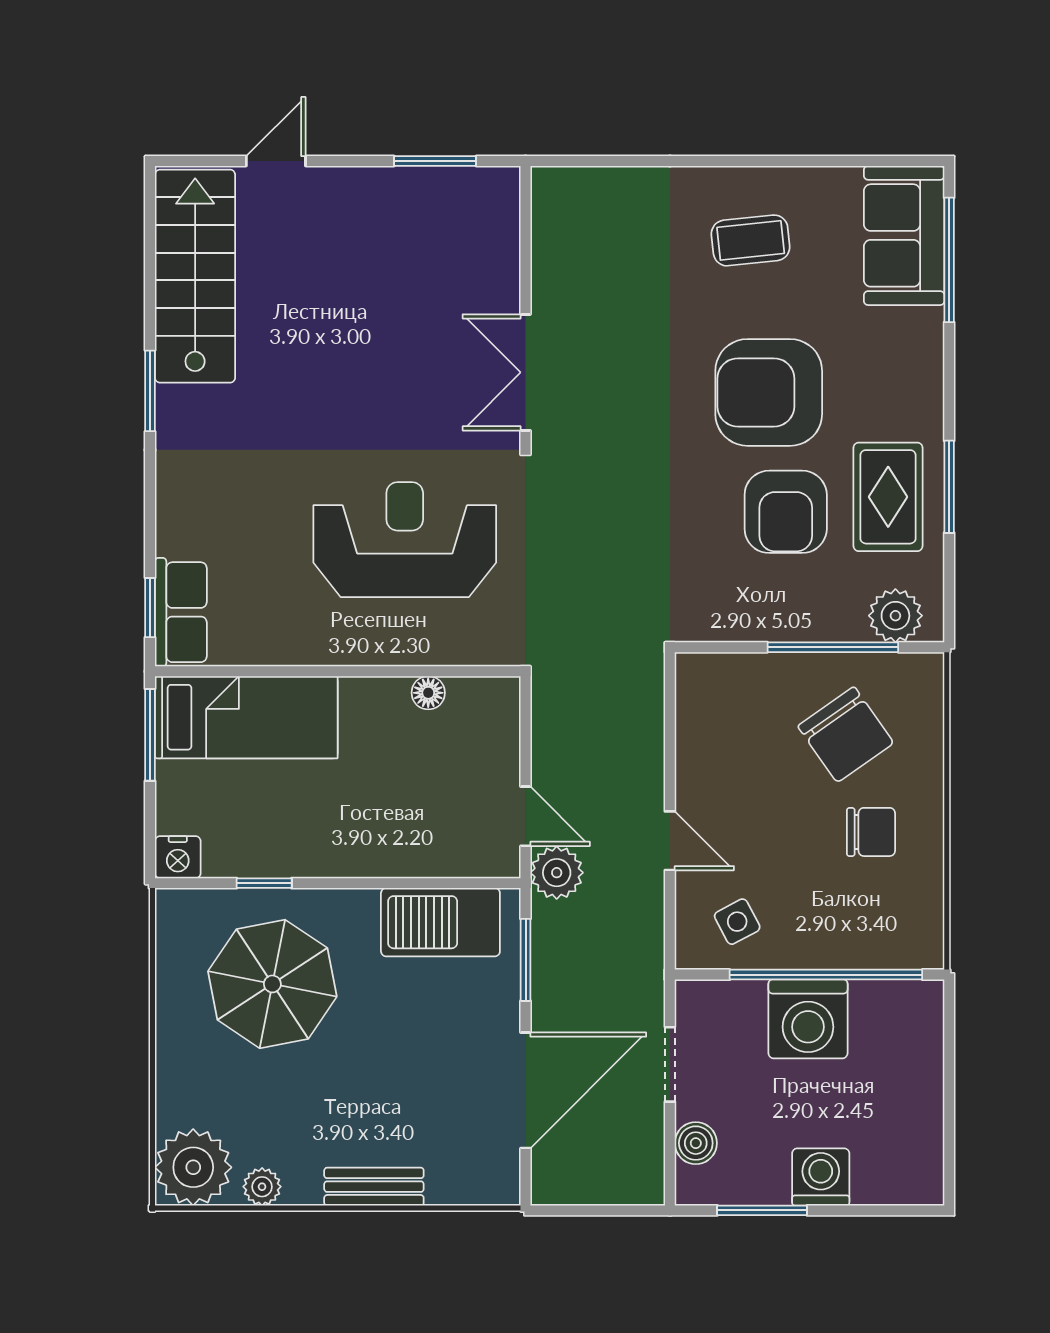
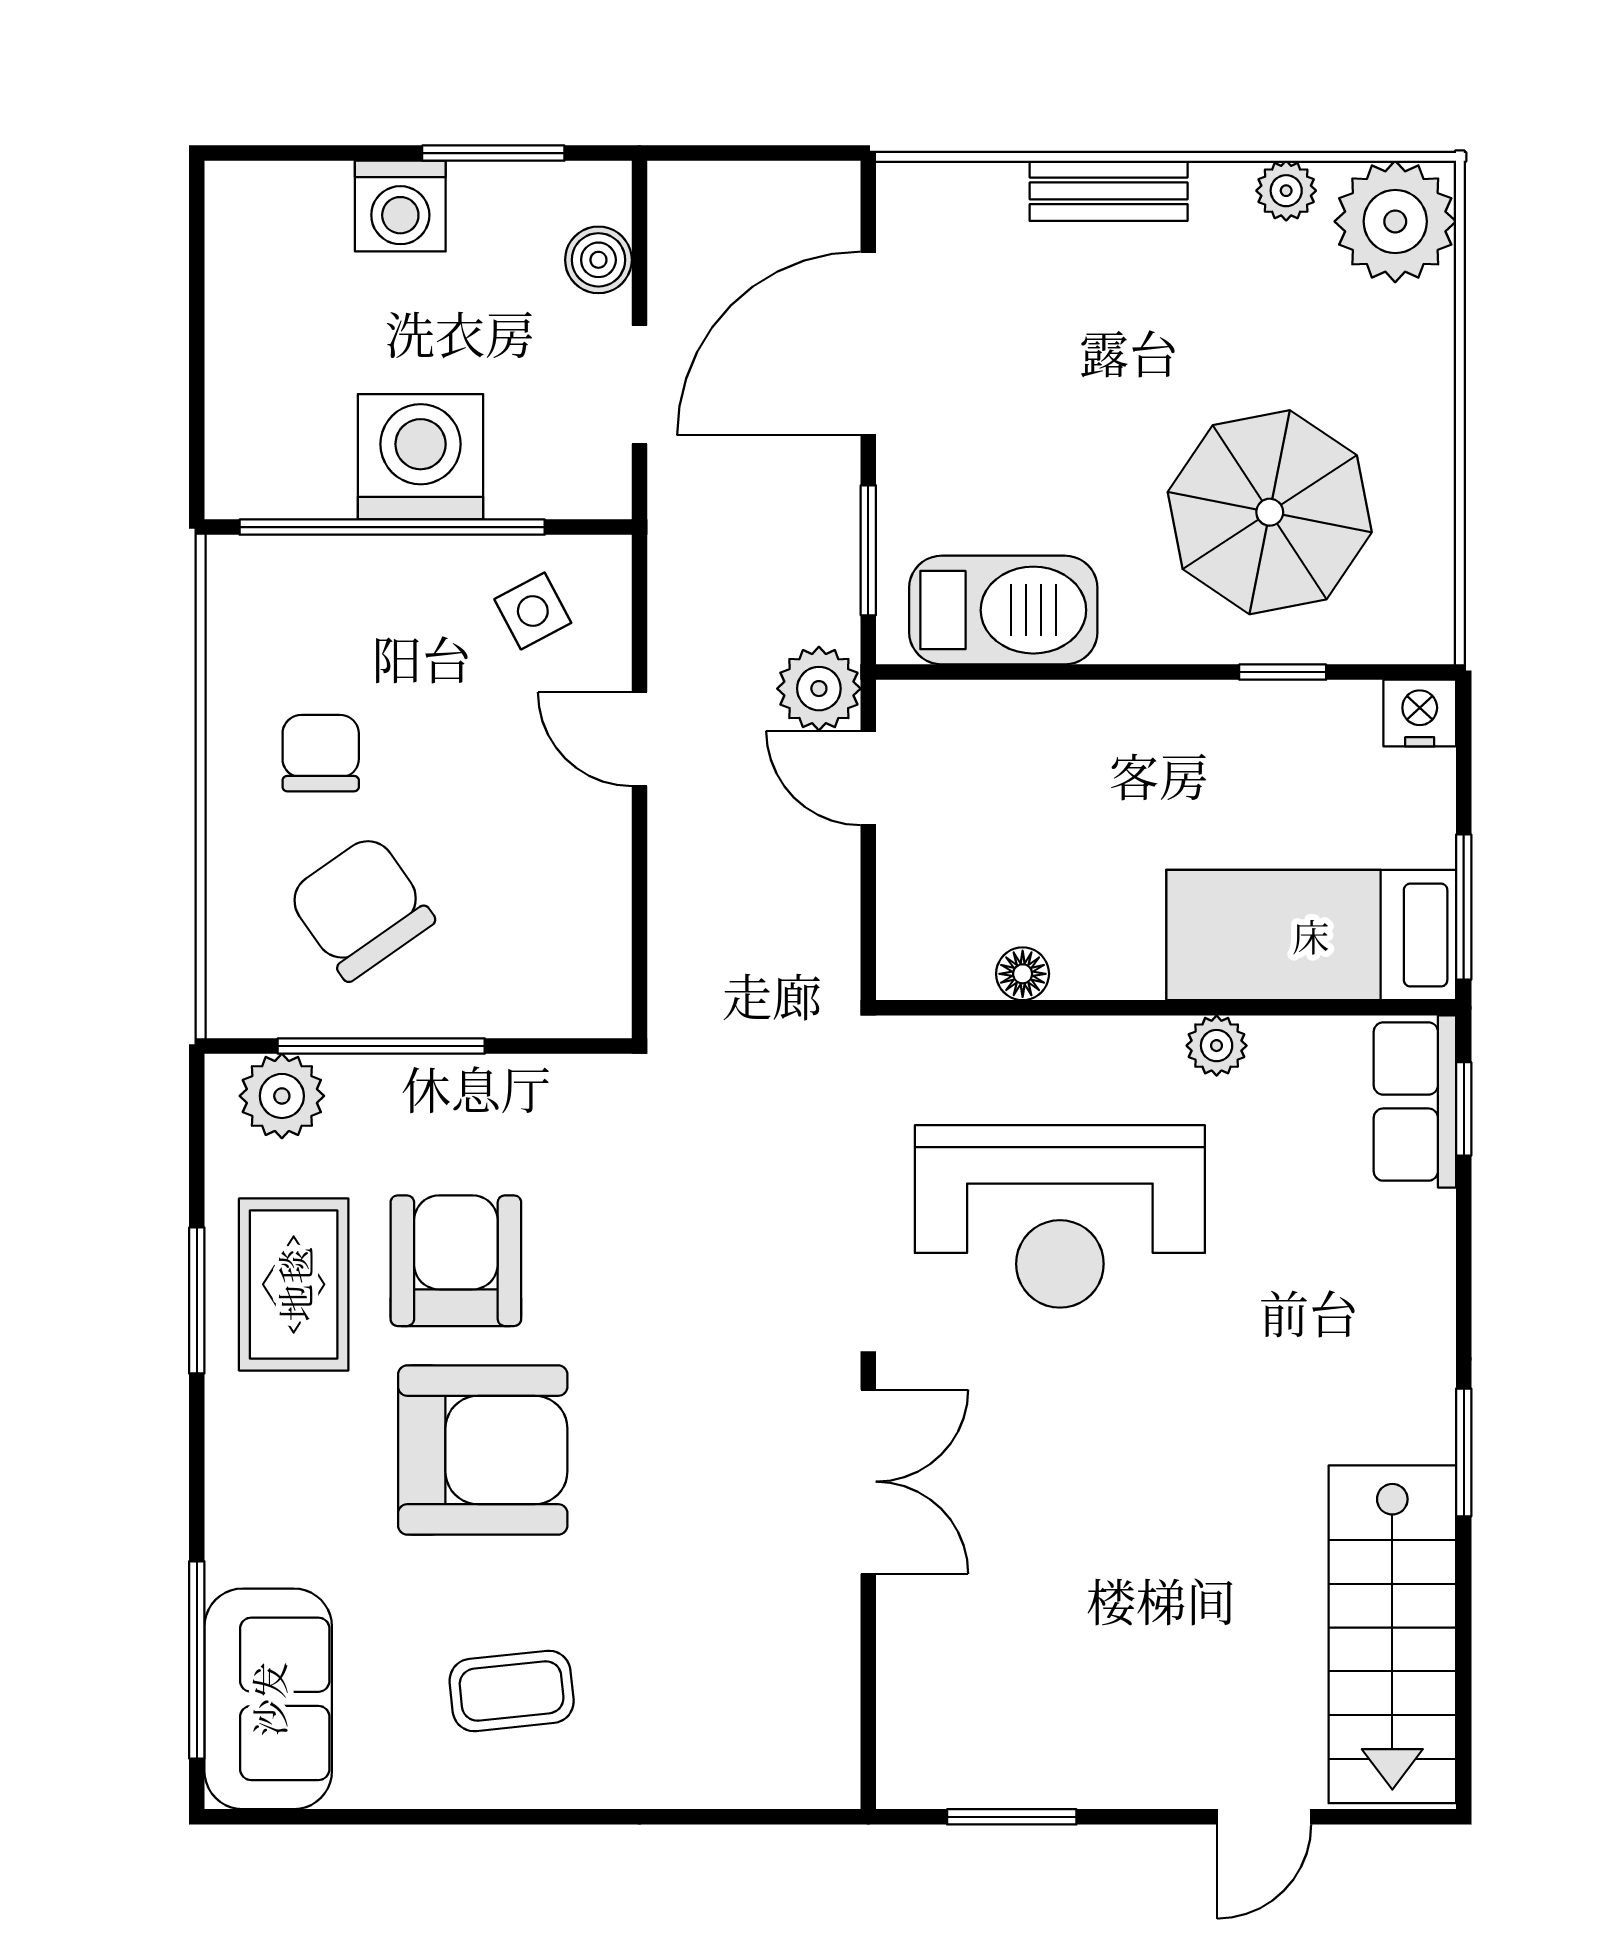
plant: (306, 647) -> (1217, 1046), added
chair: (871, 832) -> (321, 753), turned 90

